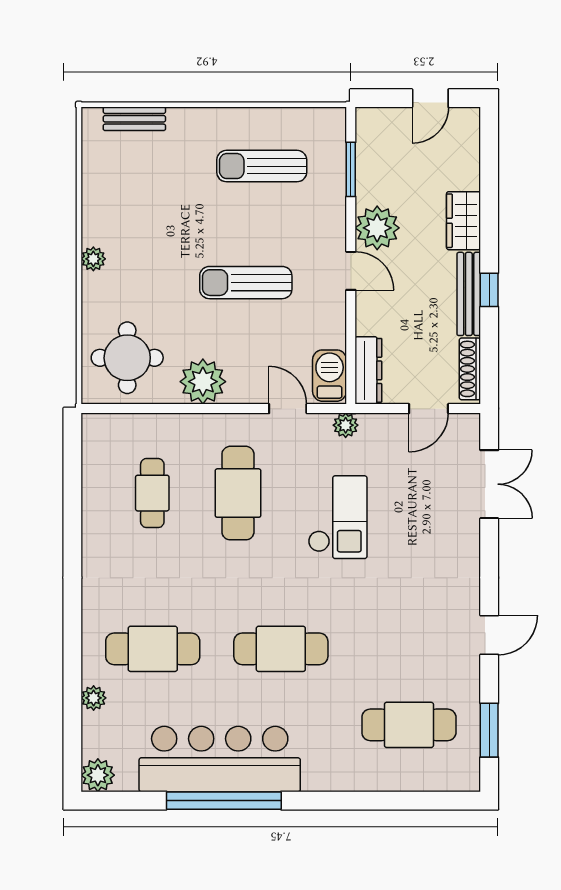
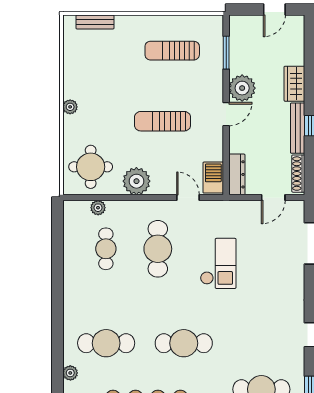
door: (351, 271) -> (226, 114), hinge flipped
plant: (346, 425) -> (98, 208), moved

